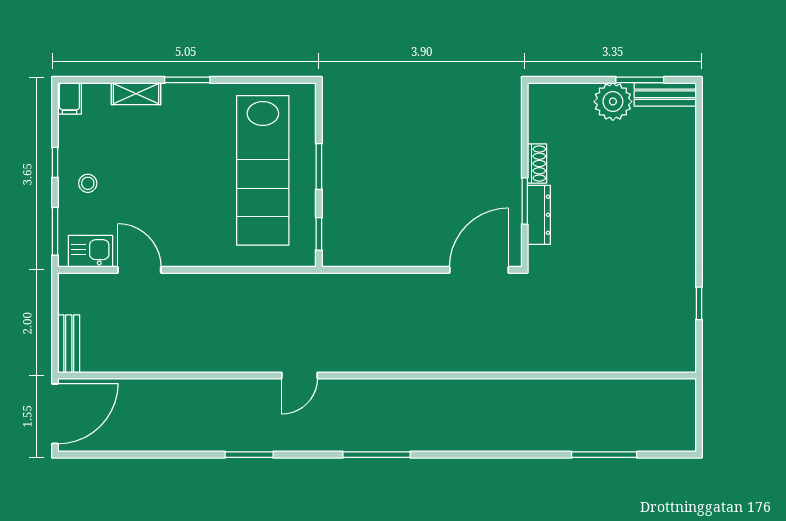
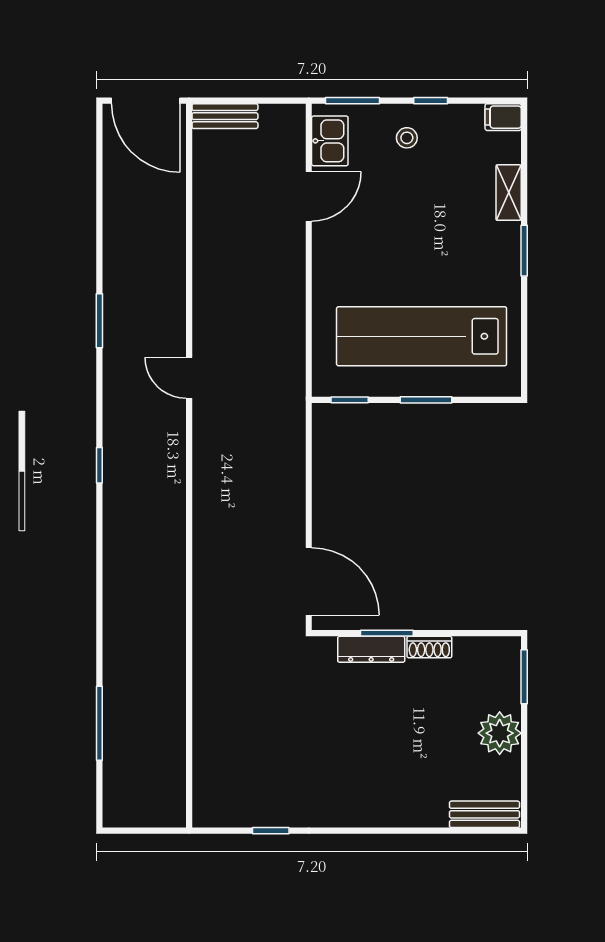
window: (640, 80) -> (524, 677), moved
bench: (665, 94) -> (485, 814), moved, turned 90
window: (377, 455) -> (99, 465), width x0.46

